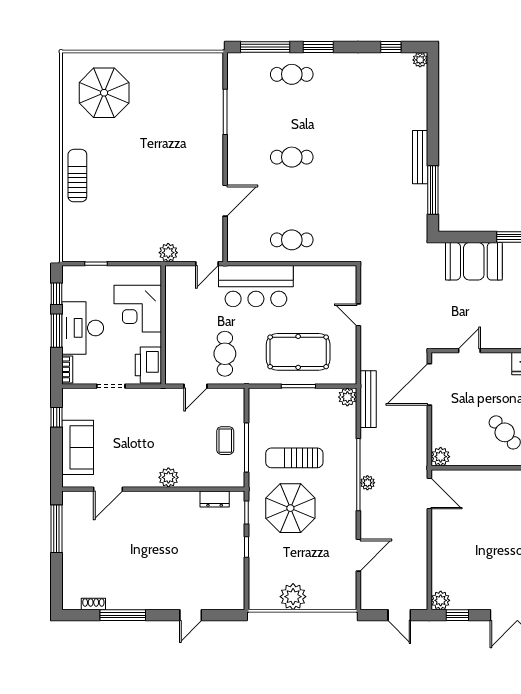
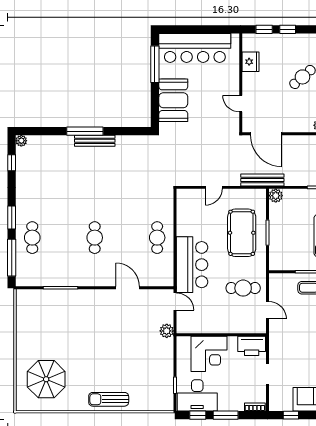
window: (433, 190) -> (85, 131), moved
desk: (83, 328) -> (197, 395), moved
bench: (368, 399) -> (262, 180), moved

